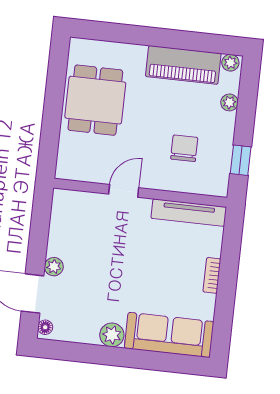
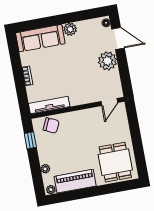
dining table: (95, 100) -> (115, 162), moved
chair: (184, 148) -> (51, 125), moved, turned -65
door: (124, 191) -> (109, 102), moved
plant: (54, 267) -> (108, 61), width x1.87, depth x1.87

